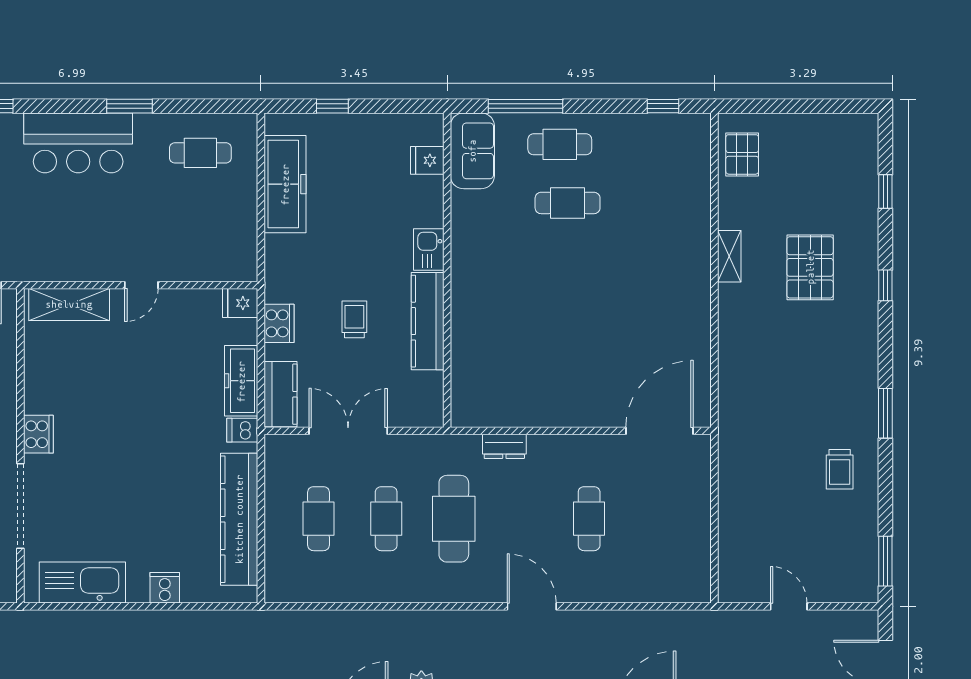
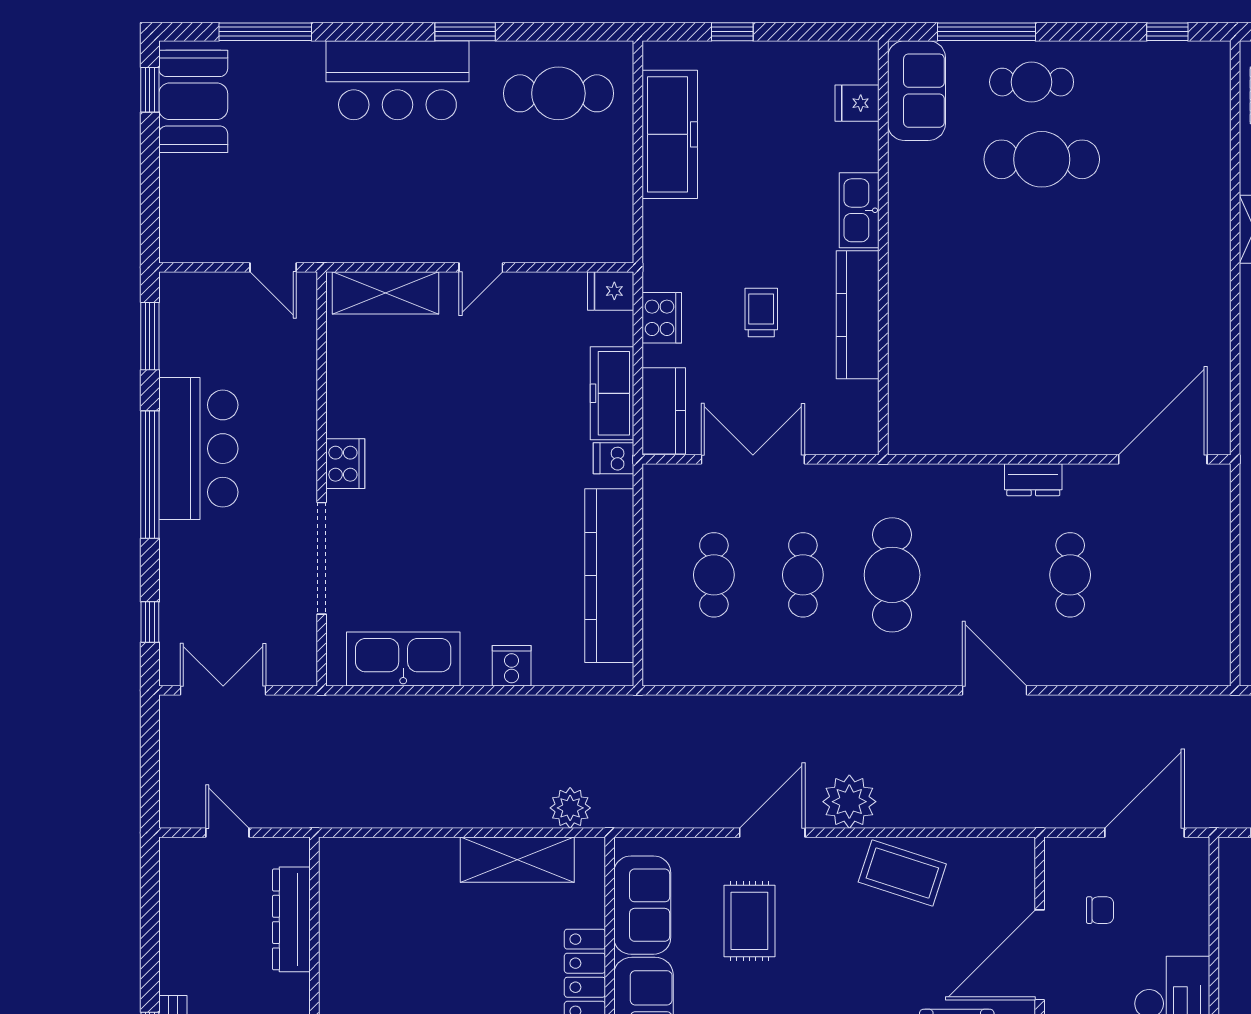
cafe table: (200, 153) -> (558, 93), width x1.37, depth x1.35
cafe table: (568, 203) -> (1042, 159), width x1.37, depth x1.35
kitchen sink: (429, 250) -> (859, 210), width x1.38
dresser: (504, 446) -> (1033, 480), moved

